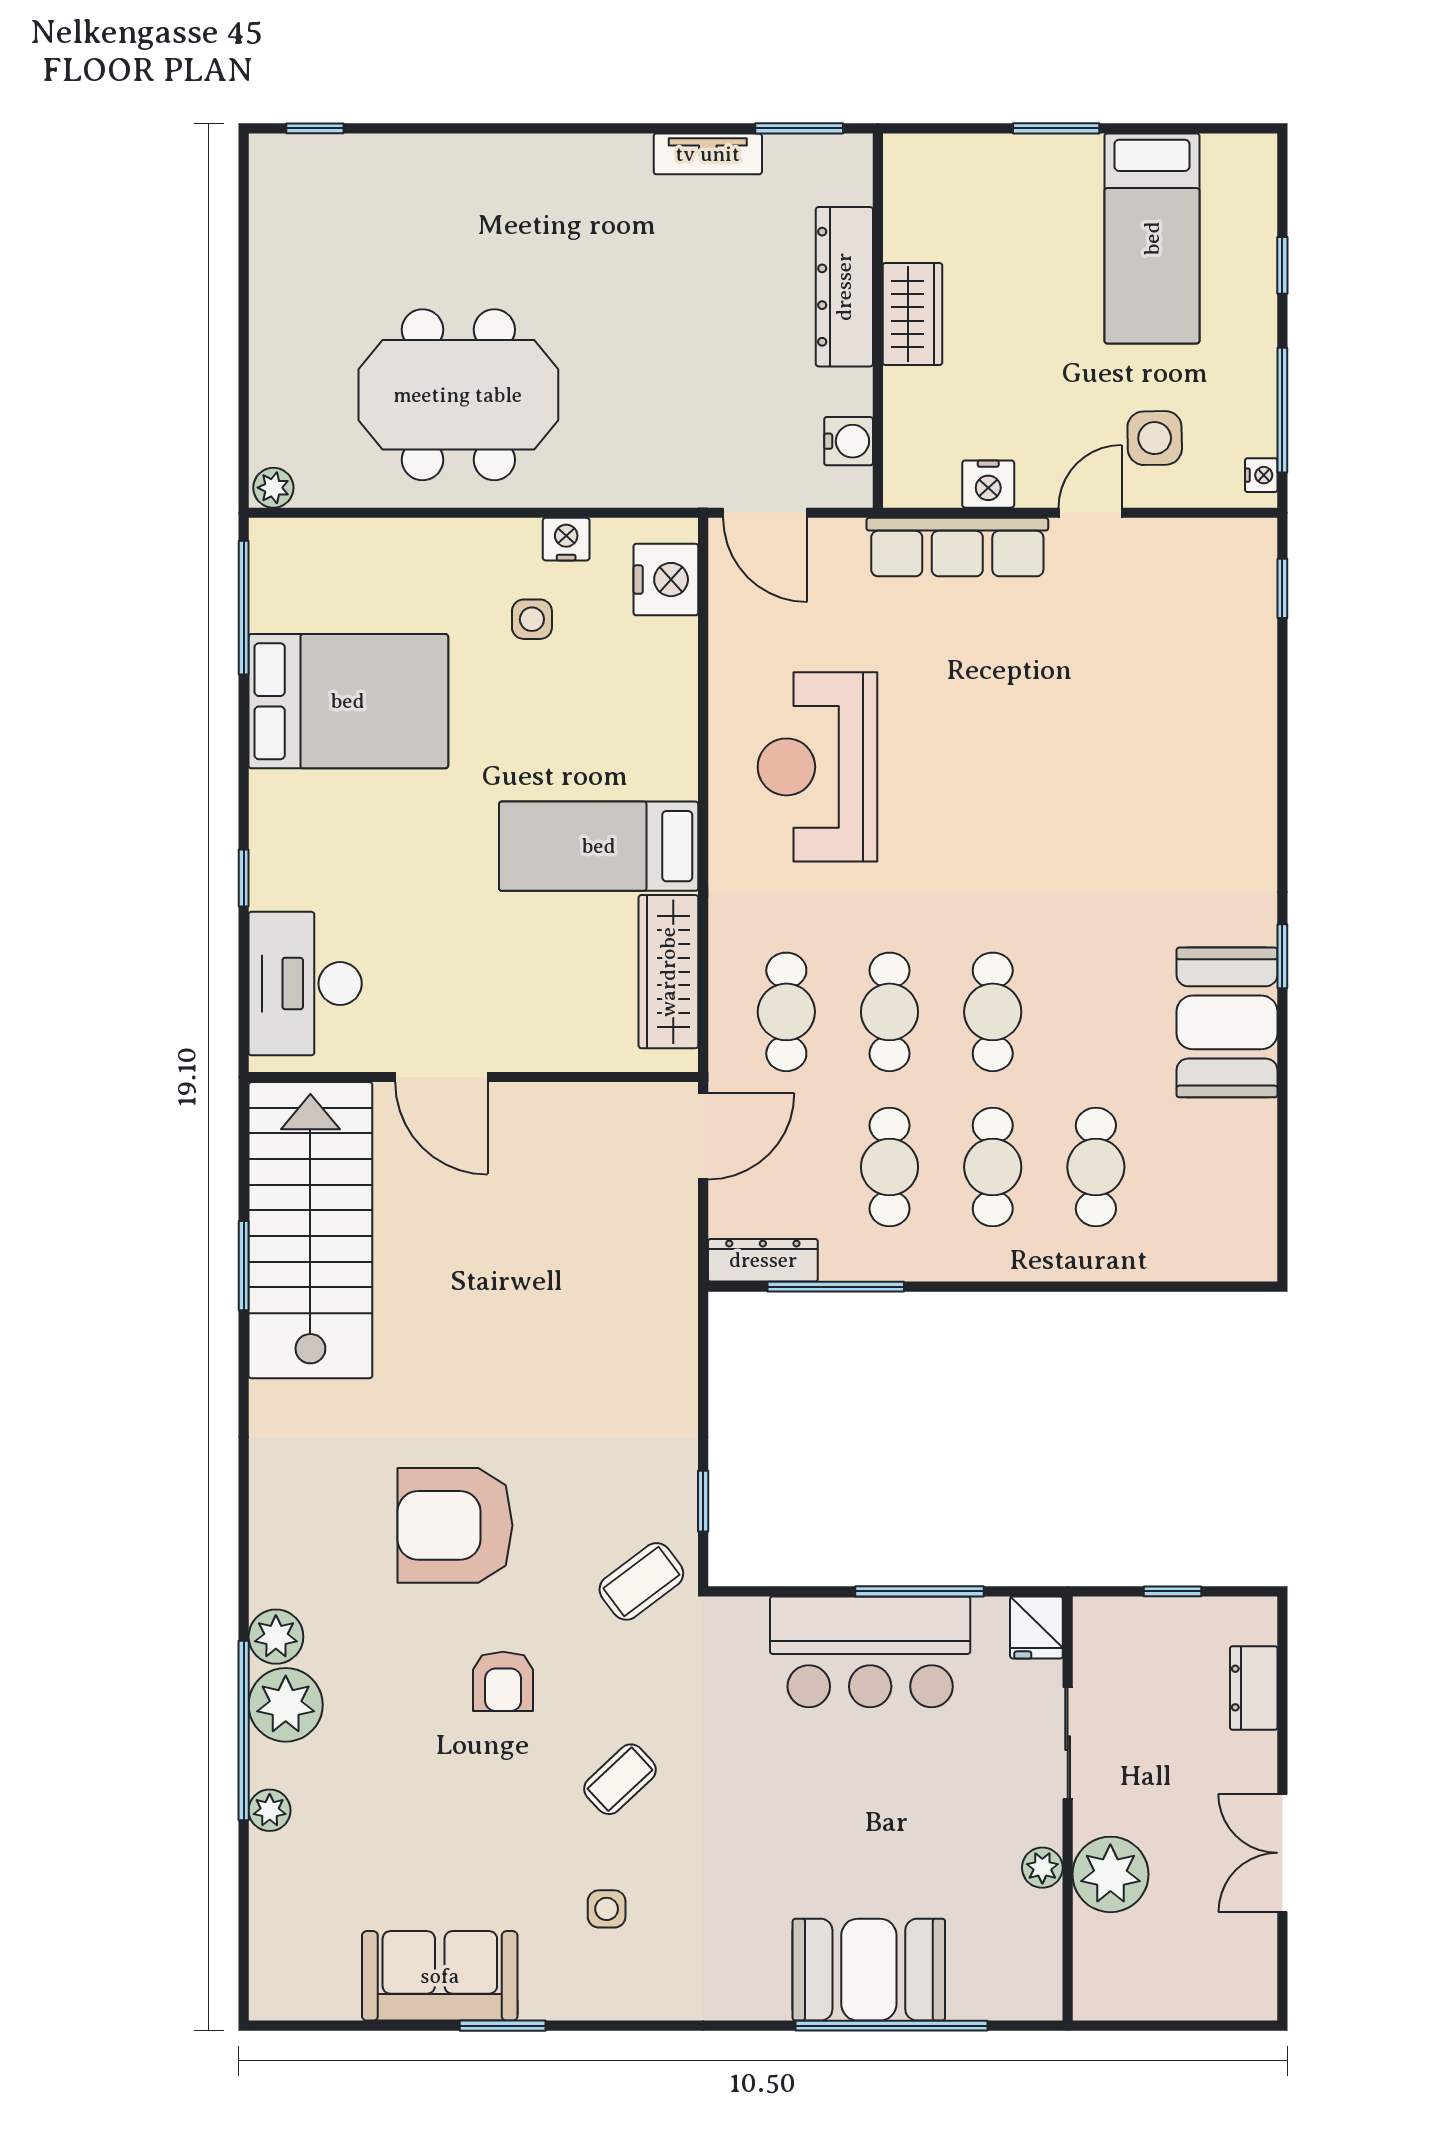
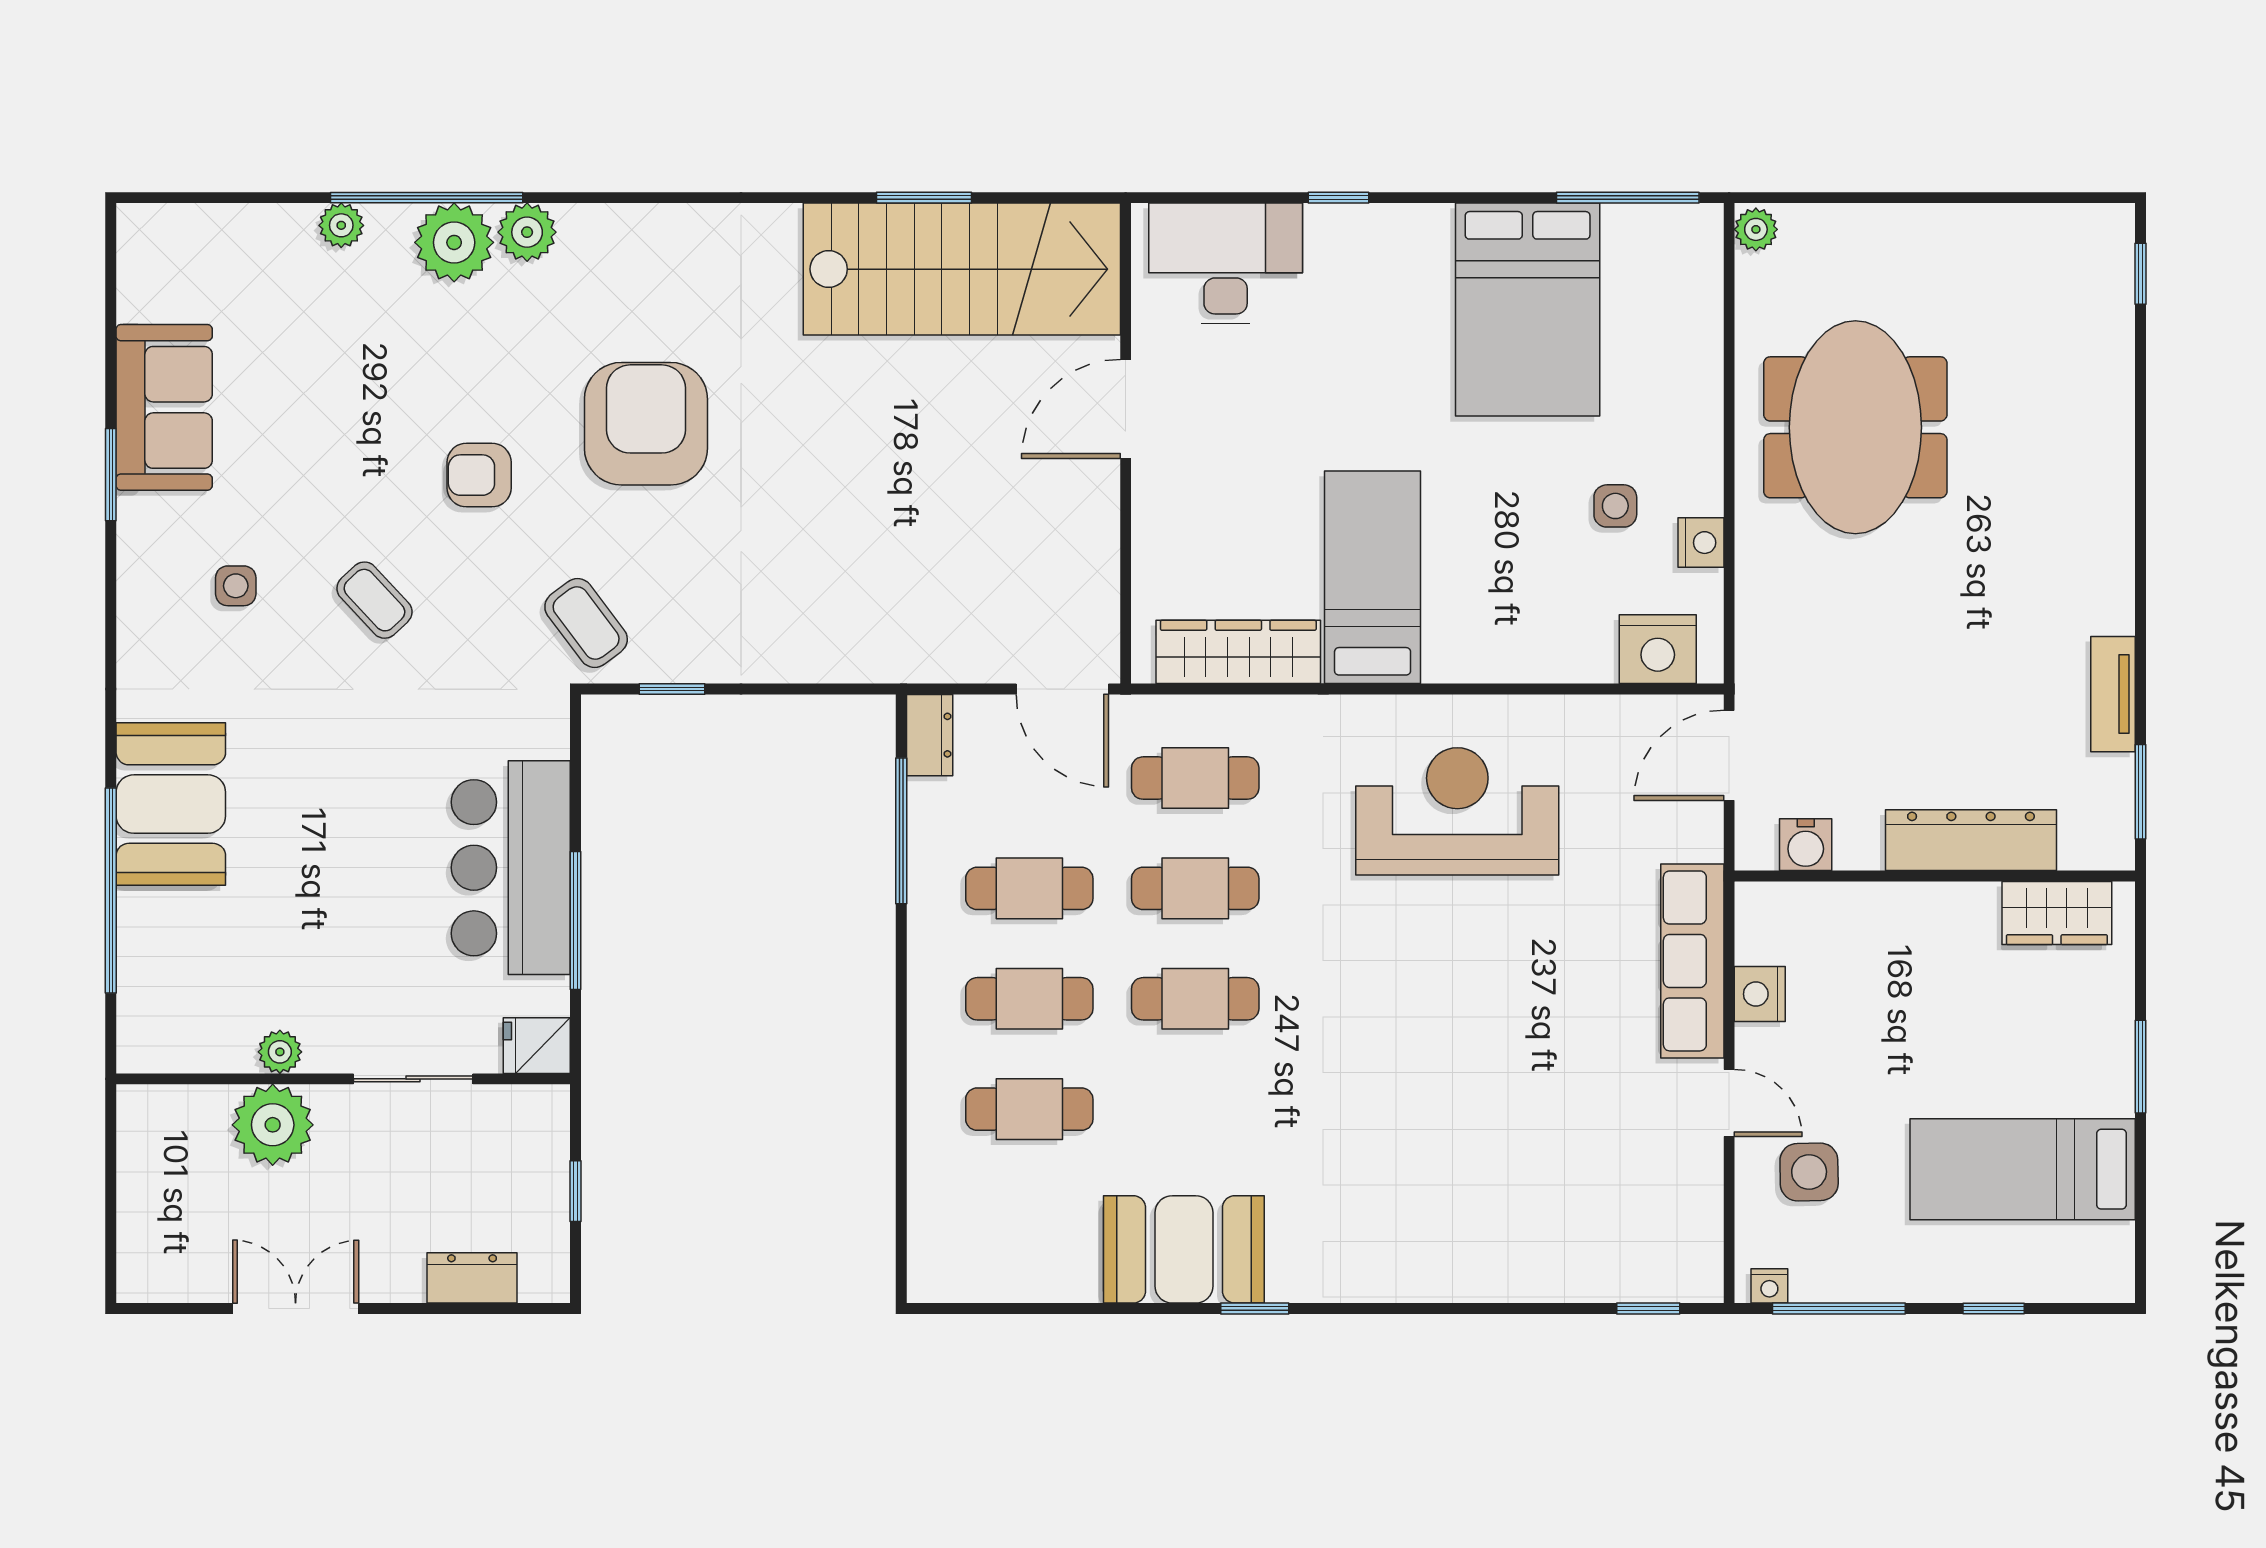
wardrobe: (912, 314) -> (2057, 913), moved
dresser: (763, 1260) -> (930, 735), width x0.70
booth: (869, 1970) -> (171, 804), moved

